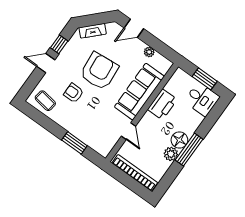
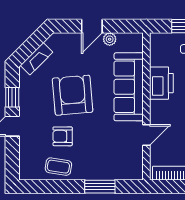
door: (134, 28) -> (92, 26), moved
coffee table: (45, 101) -> (58, 167), moved
door: (129, 131) -> (146, 135), hinge flipped

